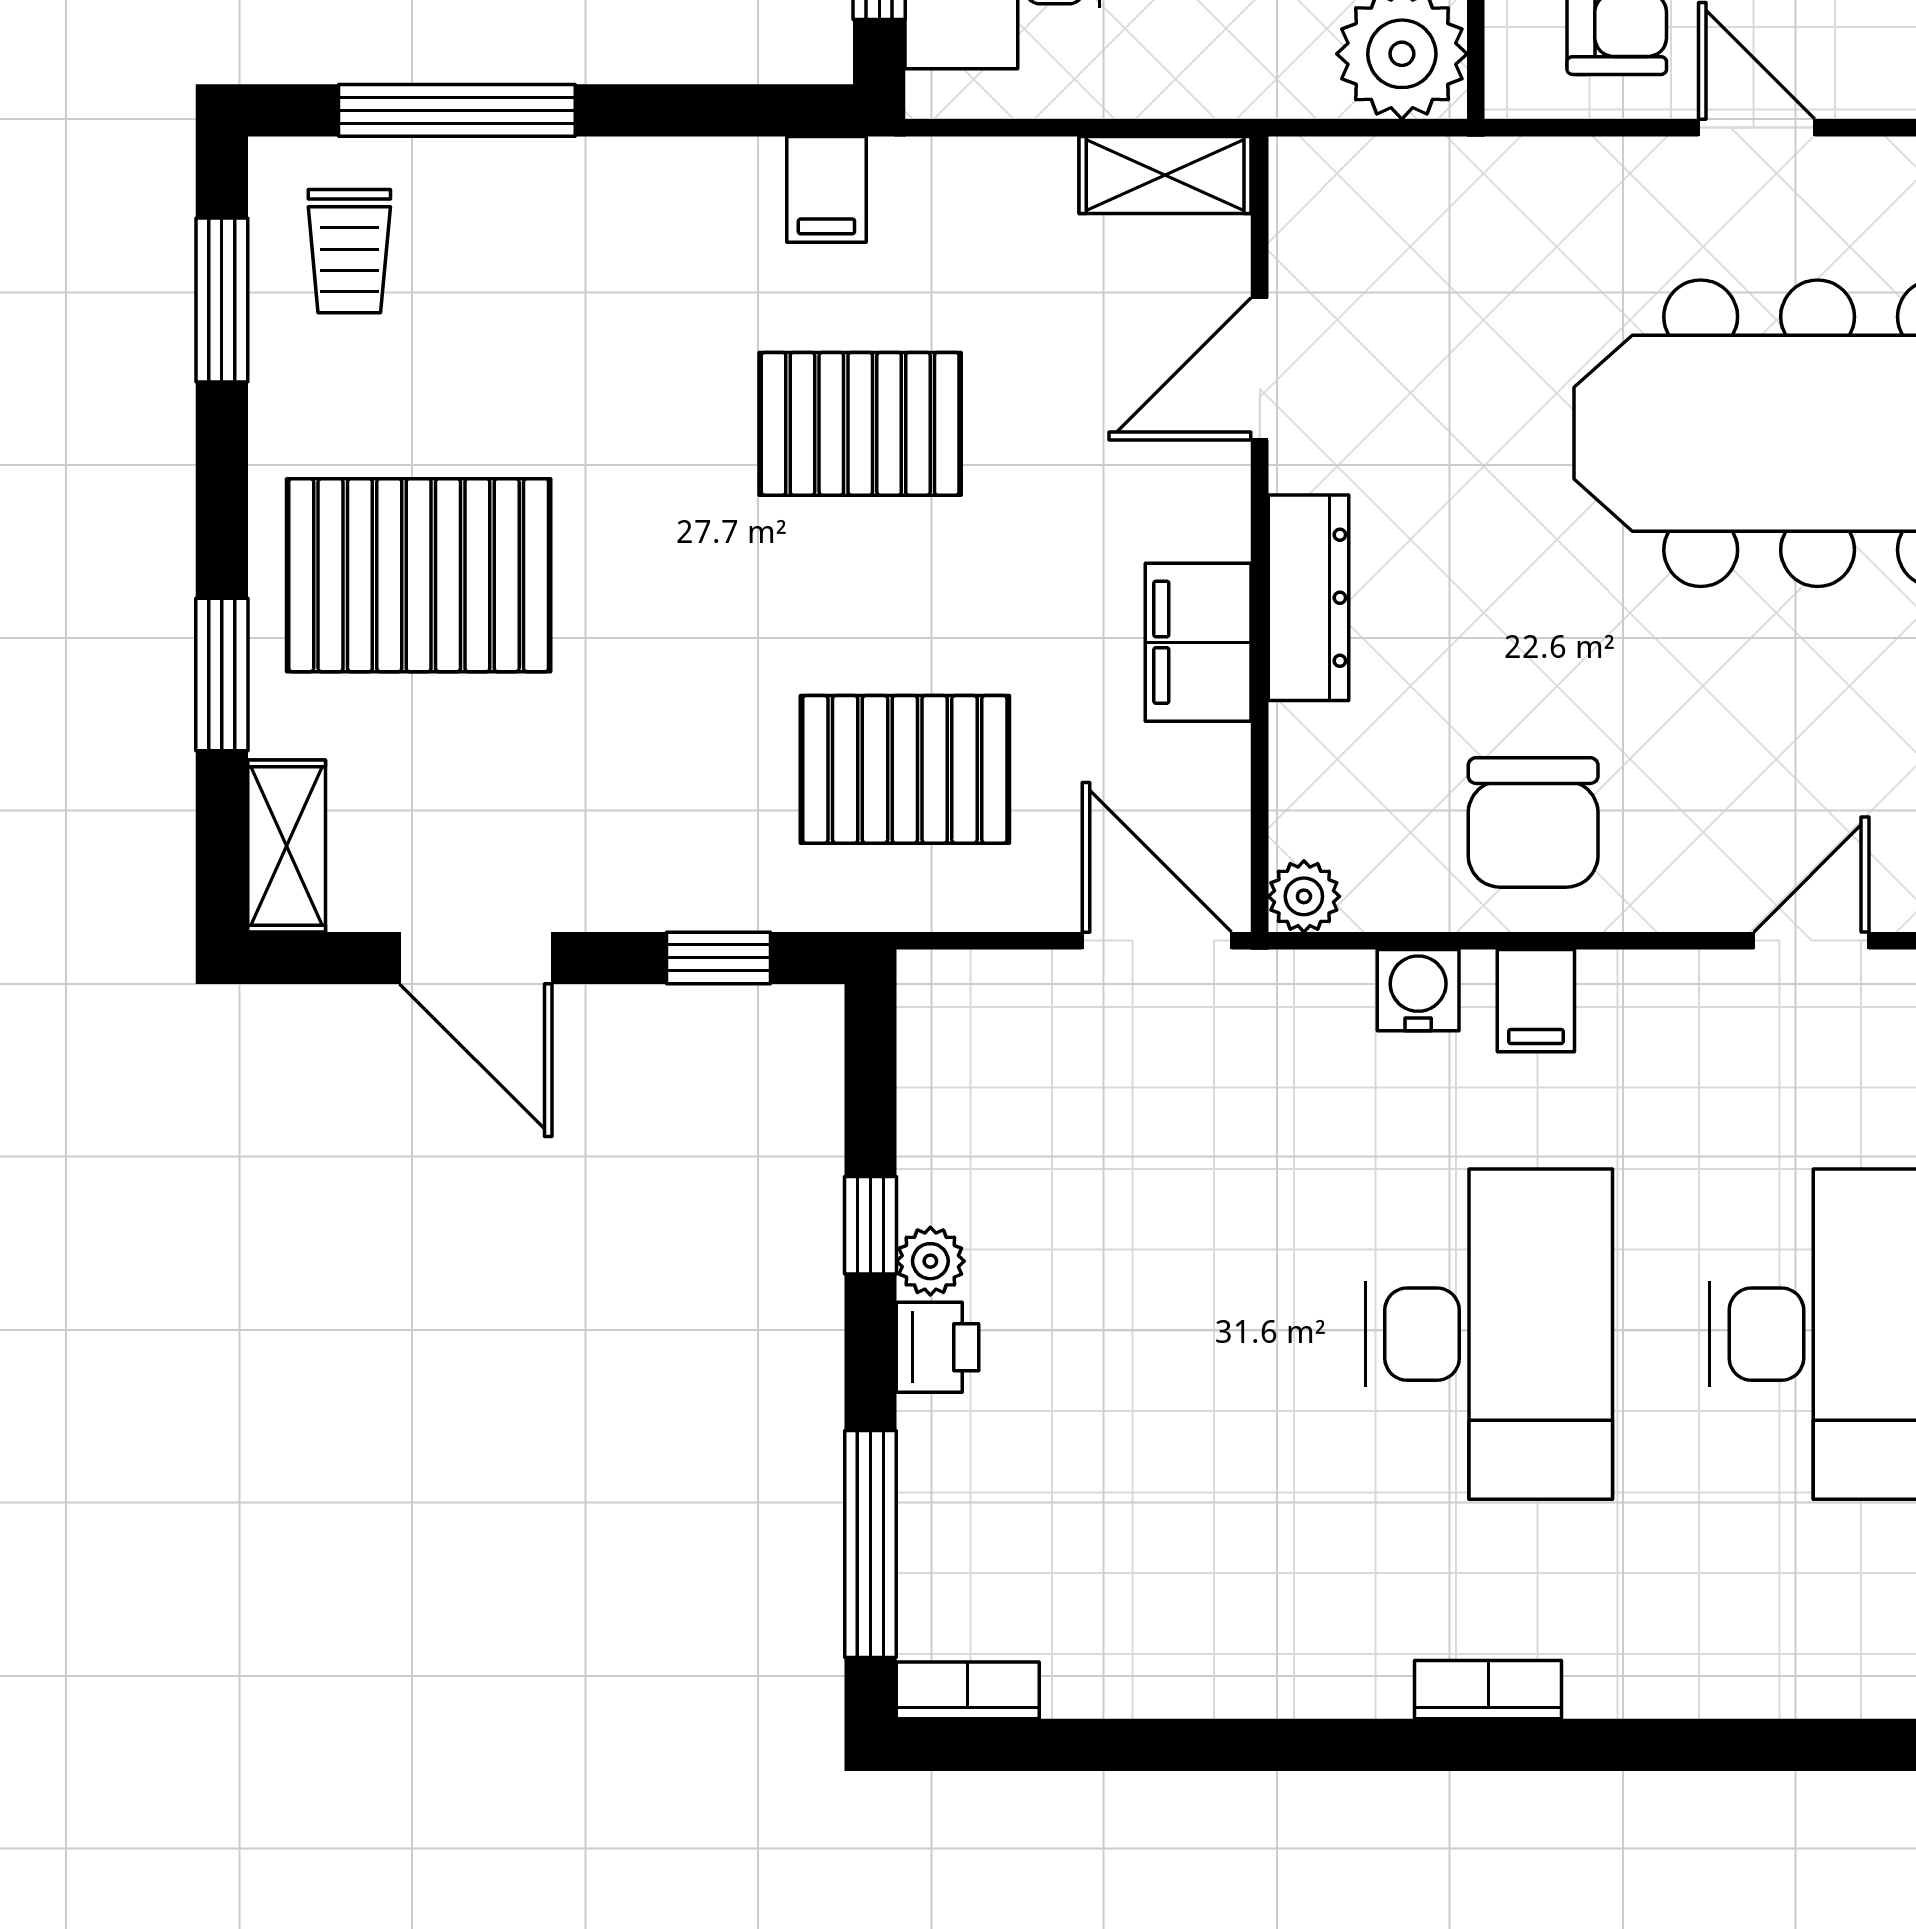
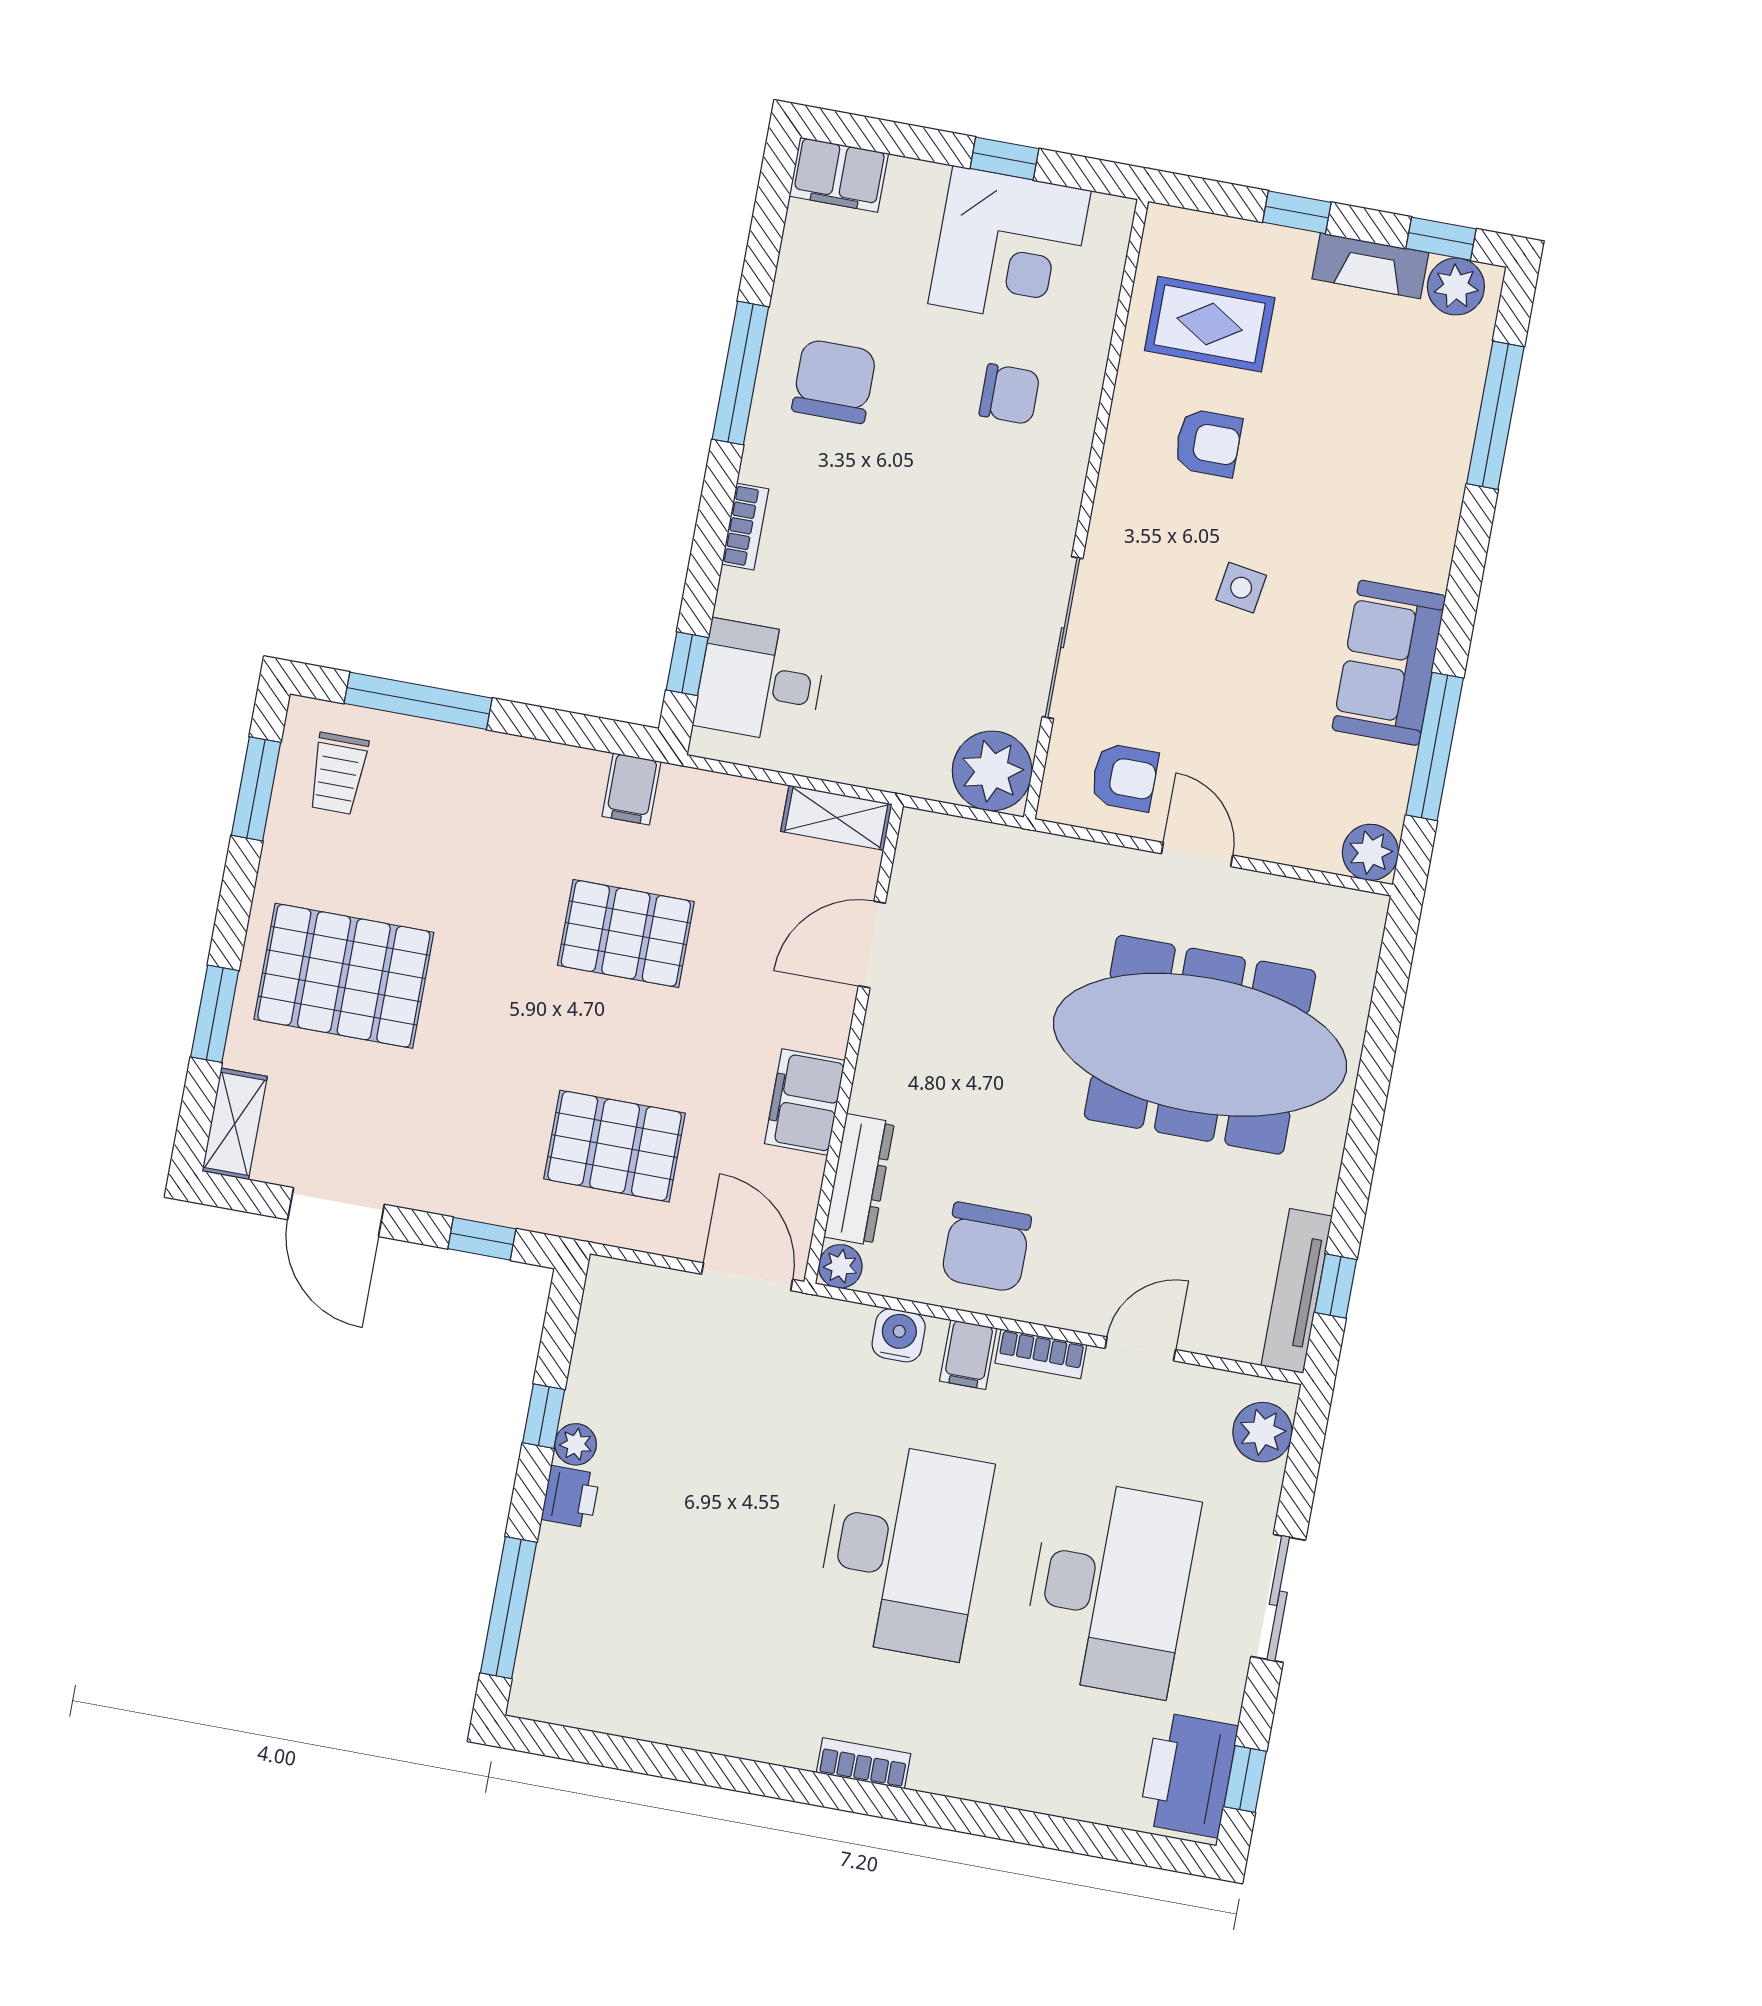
dresser: (1308, 598) -> (859, 1180), moved
bookcase: (968, 1690) -> (1041, 1354), moved, turned 180

